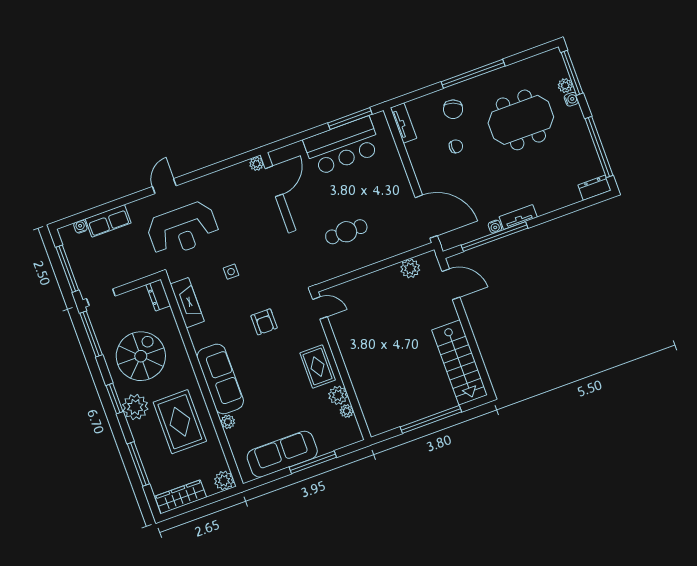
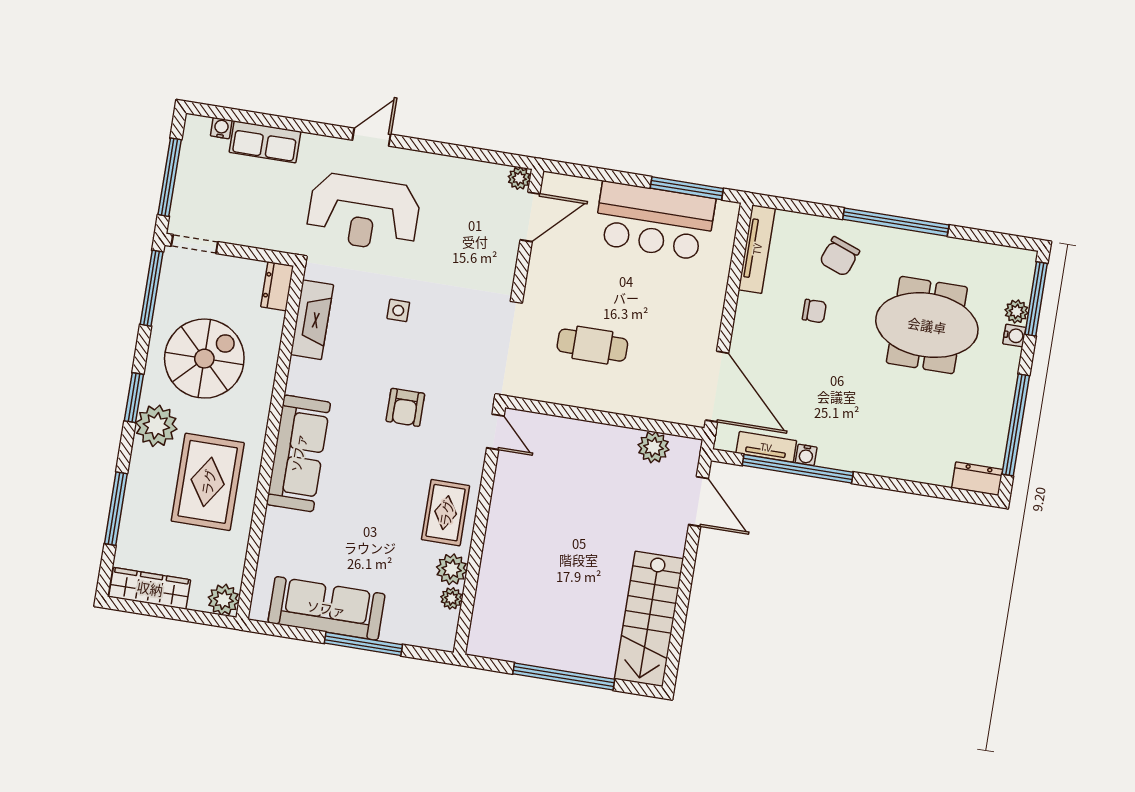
tv unit: (404, 123) -> (757, 249), width x1.41
tv unit: (518, 217) -> (766, 447), moved
plant: (228, 422) -> (275, 520), removed

